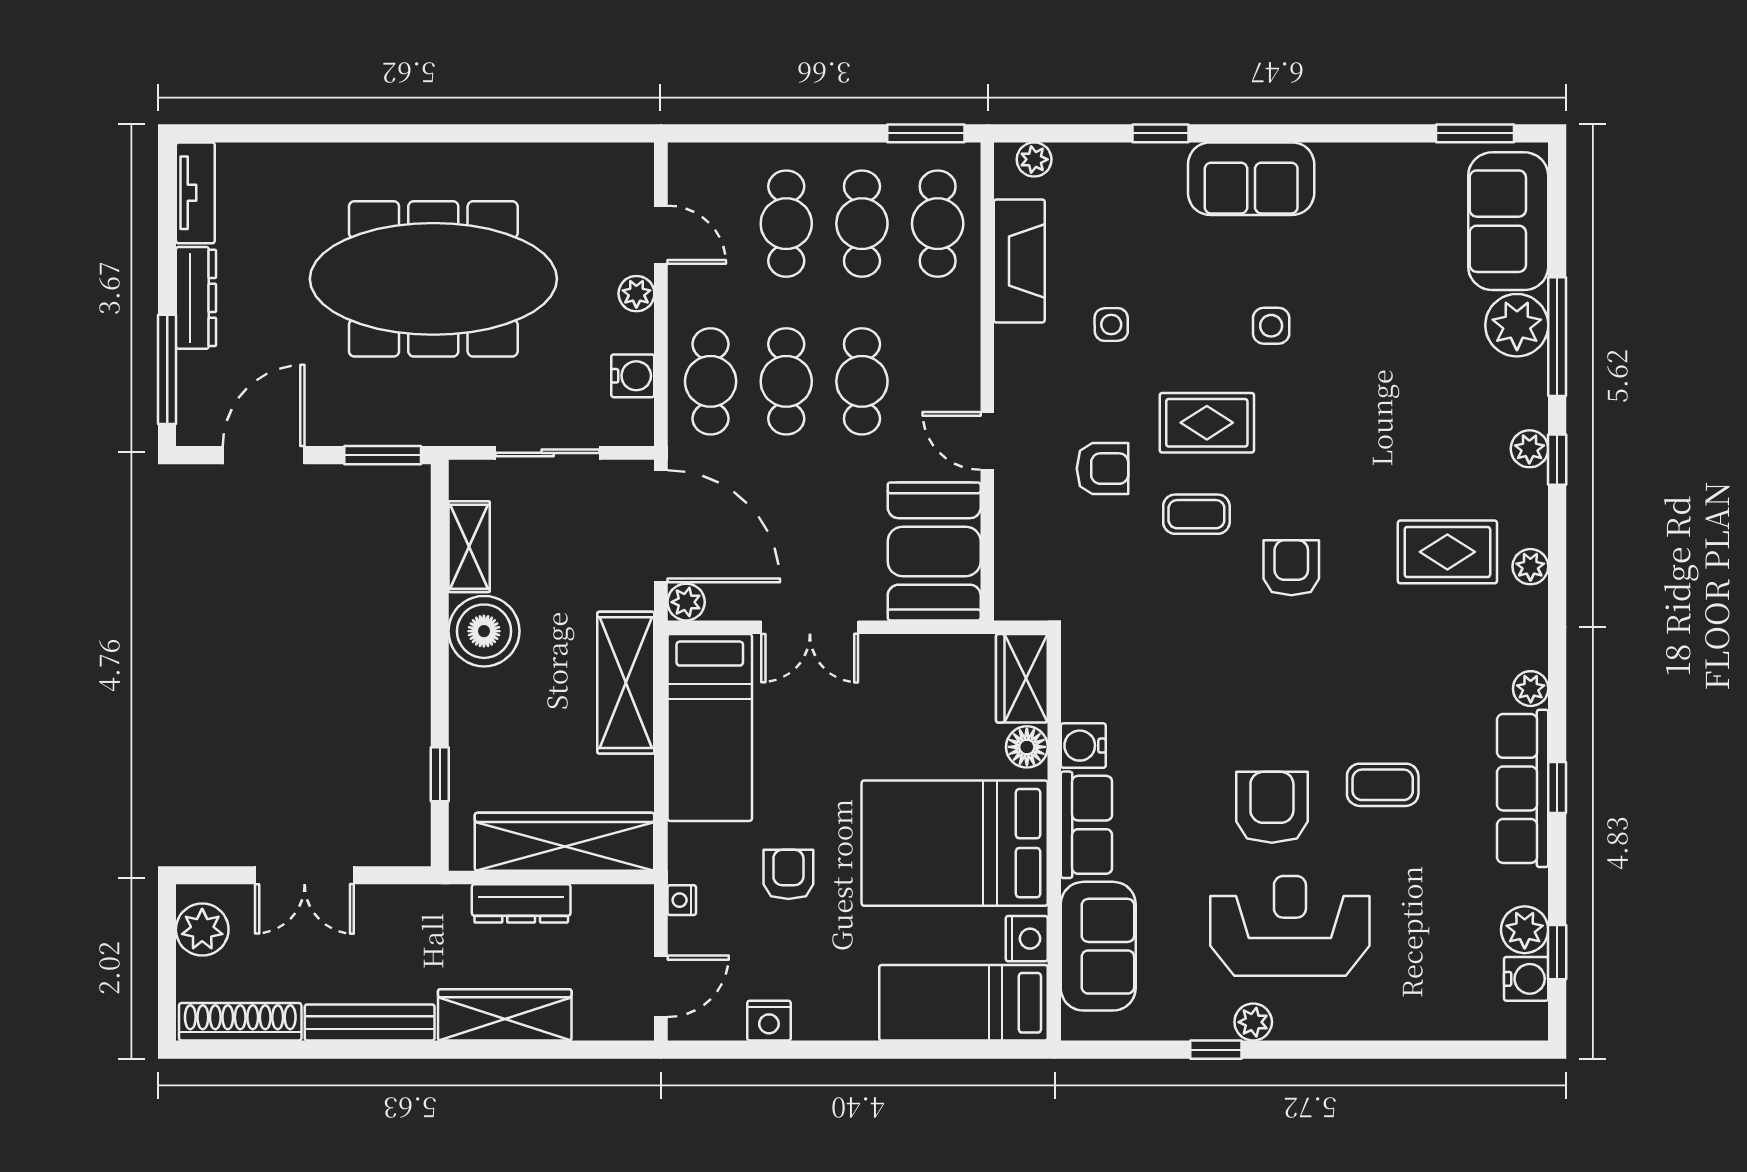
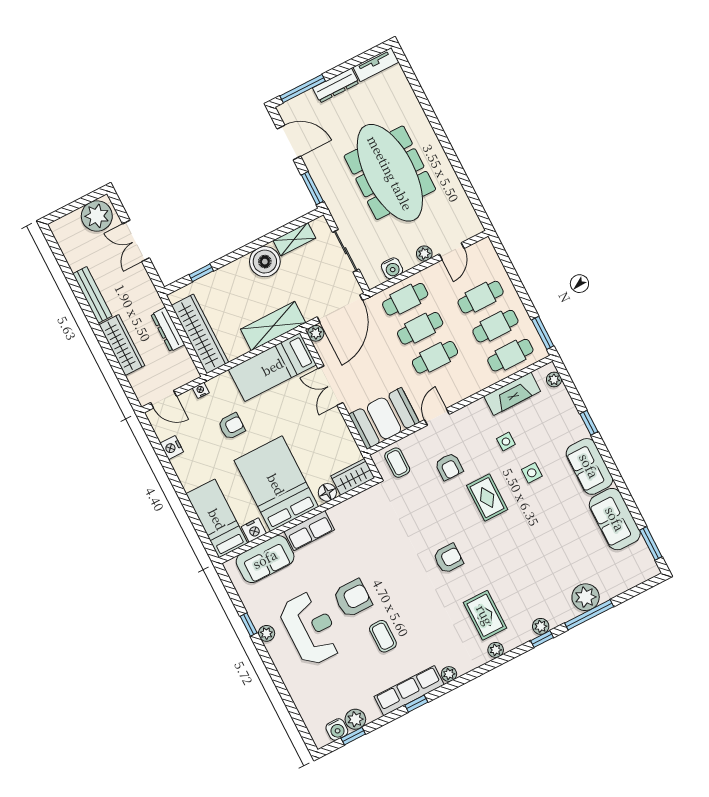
sofa: (1508, 221) -> (615, 519), moved, turned -90
side table: (1271, 326) -> (532, 473), moved
coffee table: (1196, 514) -> (397, 463), moved
water cooler: (1083, 746) -> (339, 514), removed
plant: (202, 930) -> (97, 216), width x1.36, depth x1.36
shoe rack: (240, 1022) -> (67, 245), removed

